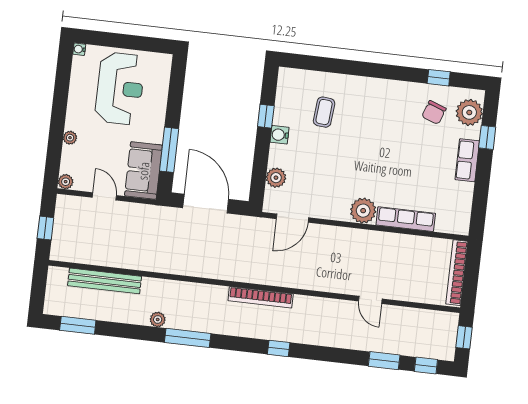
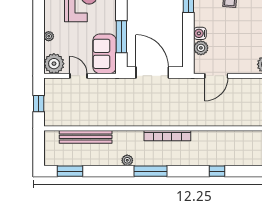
water cooler: (280, 135) -> (200, 33), moved
plant: (66, 182) -> (54, 64), width x1.87, depth x1.87
bookcase: (261, 297) -> (167, 136), moved

